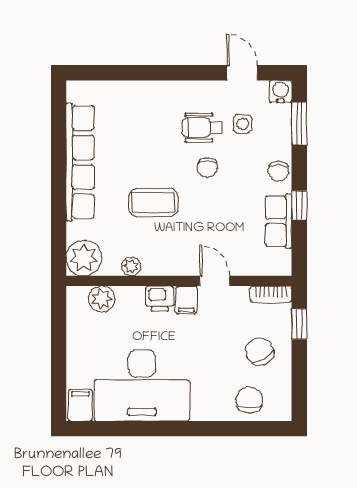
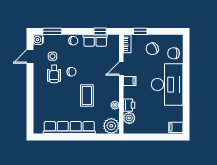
window: (299, 205) -> (100, 31), moved
printer: (160, 299) -> (129, 105), moved
desk: (142, 386) -> (167, 85), moved

